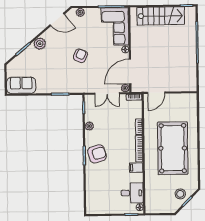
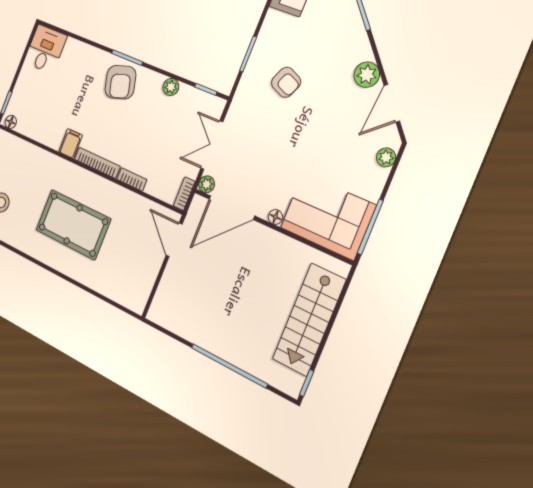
plant: (40, 44) -> (367, 75), moved
armchair: (80, 56) -> (286, 82), moved
door: (130, 71) -> (232, 207), swing flipped
pool table: (173, 148) -> (73, 224), width x0.73, depth x0.76
desk: (132, 193) -> (45, 49), moved, turned 180

